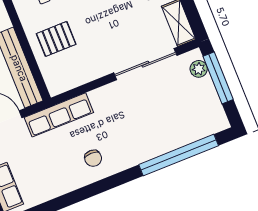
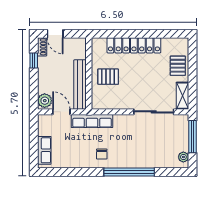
plant: (199, 69) -> (183, 157), moved
window: (179, 155) -> (129, 172), moved

